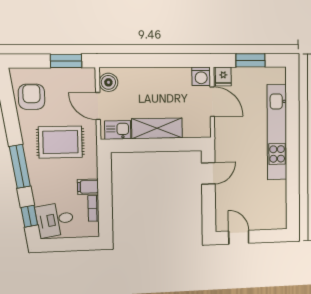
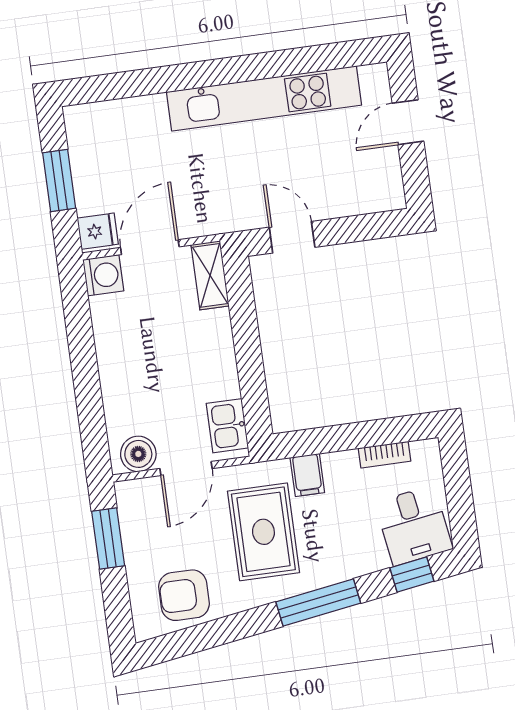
shelving: (157, 128) -> (210, 275), moved, width x0.67, depth x0.75
kitchen unit: (277, 132) -> (264, 98), moved
filing cabinet: (88, 187) -> (307, 475), moved
door: (239, 237) -> (408, 122), moved

